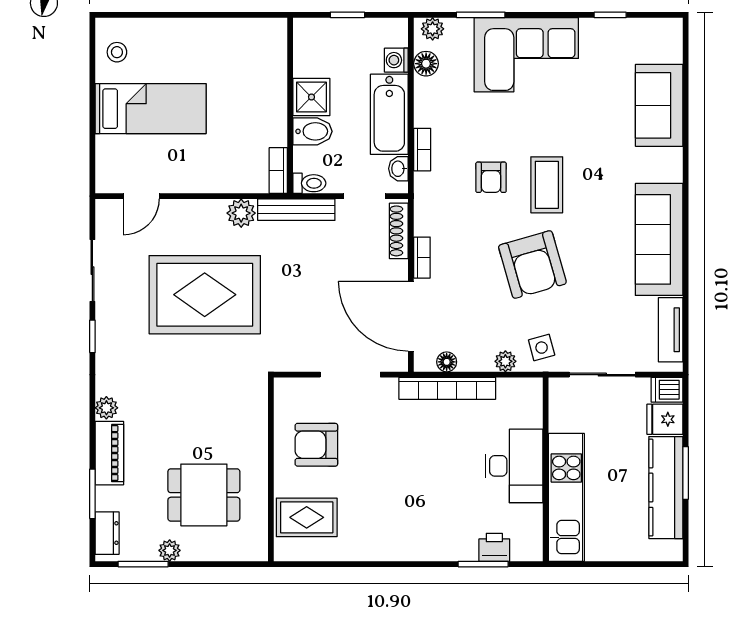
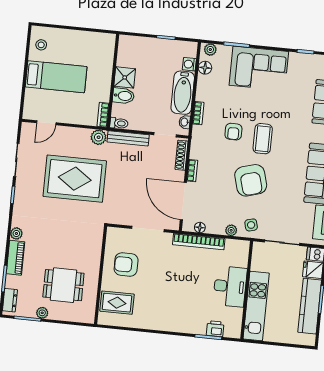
shower: (311, 97) -> (125, 77), moved
wall: (290, 105) -> (113, 81), moved
bidet: (313, 131) -> (123, 96), moved
bookcase: (278, 170) -> (103, 115), moved
toilet: (309, 183) -> (119, 123), moved

